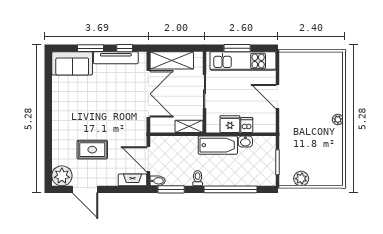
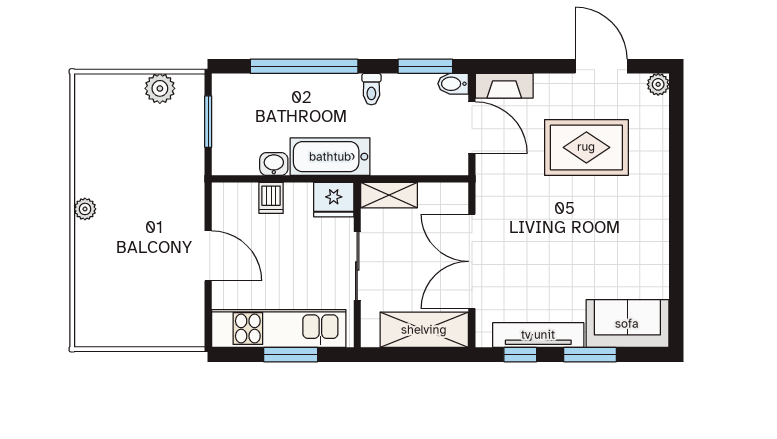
fridge: (230, 124) -> (334, 200), moved
rug: (92, 150) -> (586, 147), width x1.36, depth x1.43
plant: (62, 176) -> (658, 84), width x0.53, depth x0.53

